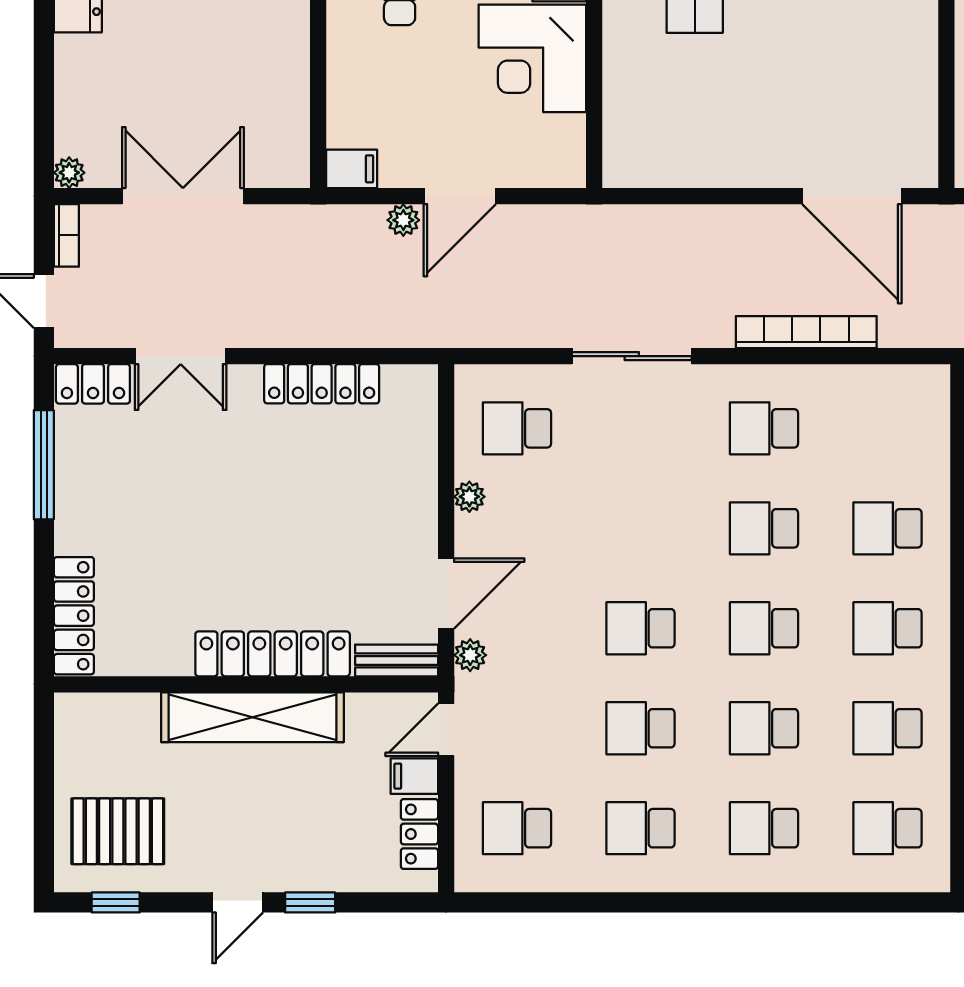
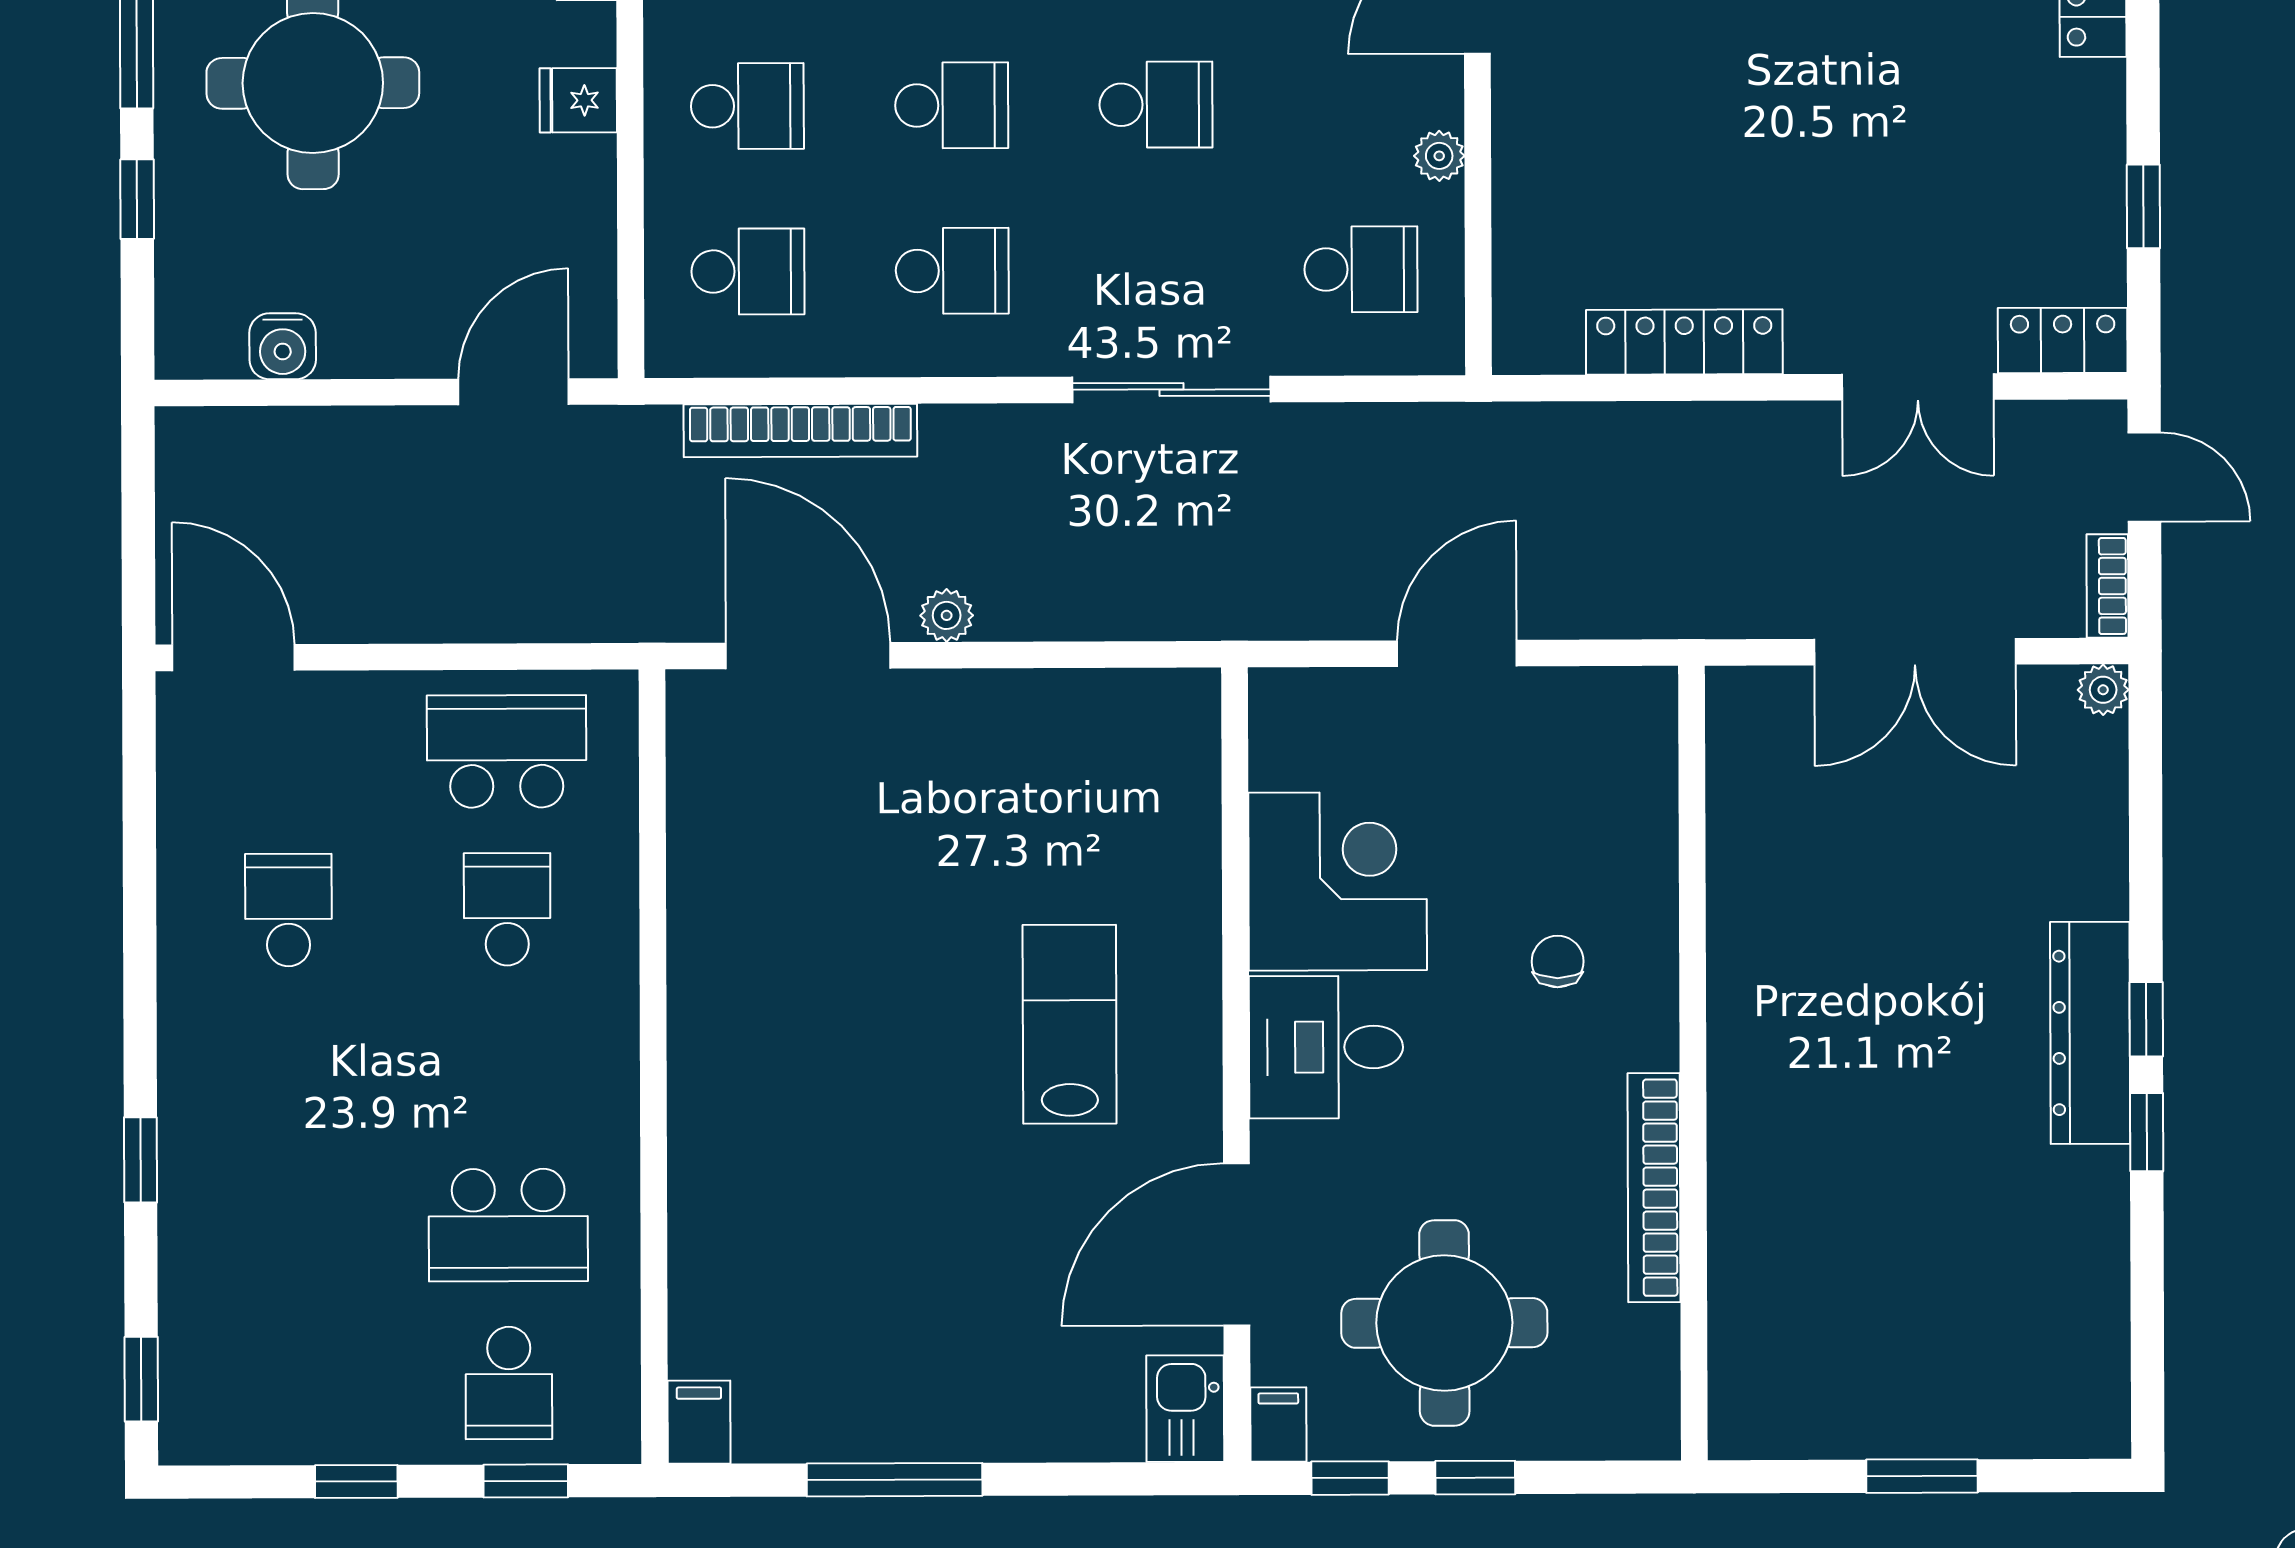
filing cabinet: (352, 169) -> (1636, 698), removed
plant: (403, 220) -> (947, 615), moved
bookcase: (806, 332) -> (800, 430), moved
double door: (181, 356) -> (1918, 387), swing flipped
school desk: (887, 428) -> (748, 271), added
window: (44, 465) -> (2143, 206), width x0.46
school desk: (640, 528) -> (1156, 105), added

